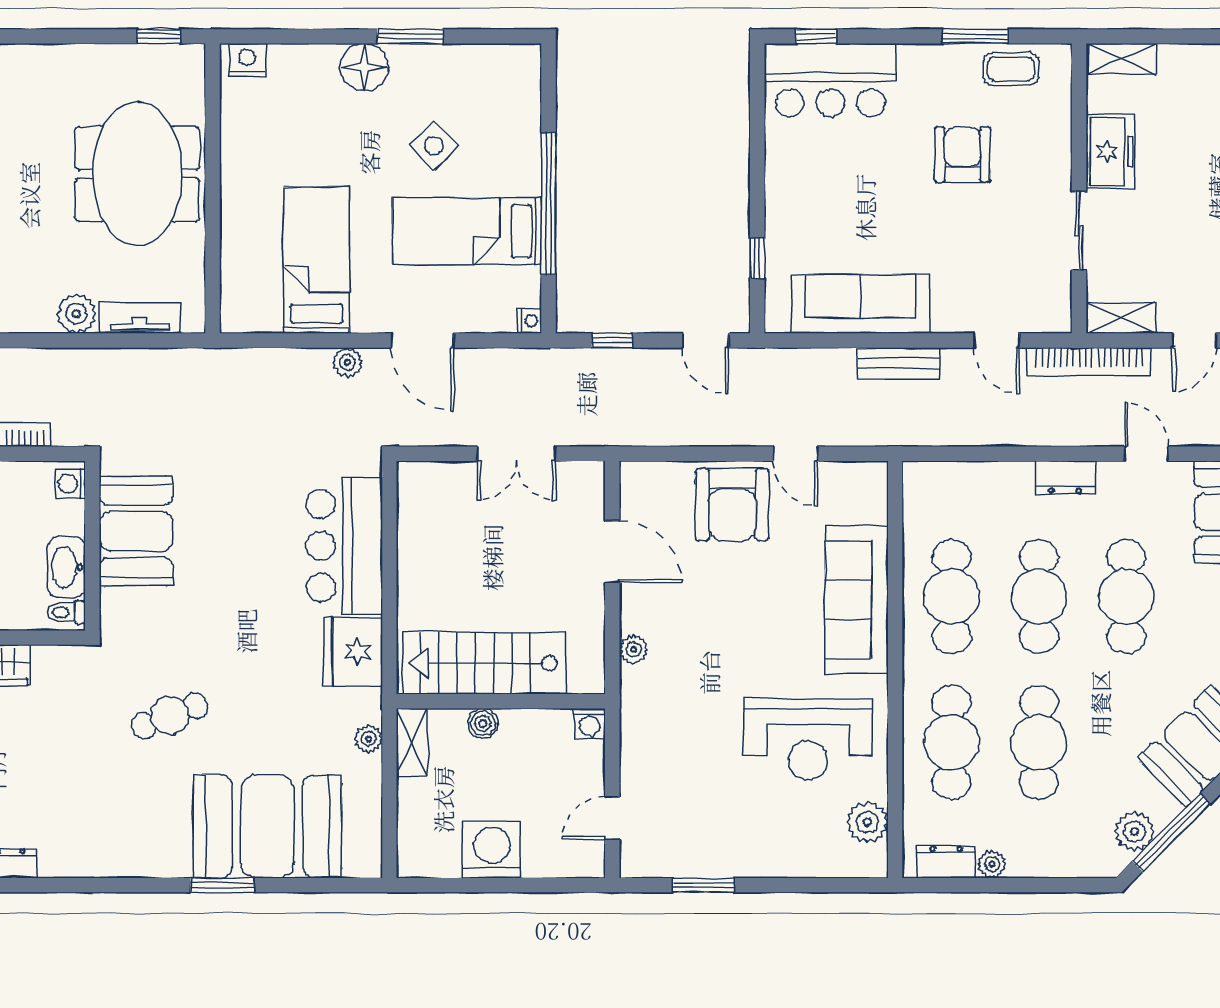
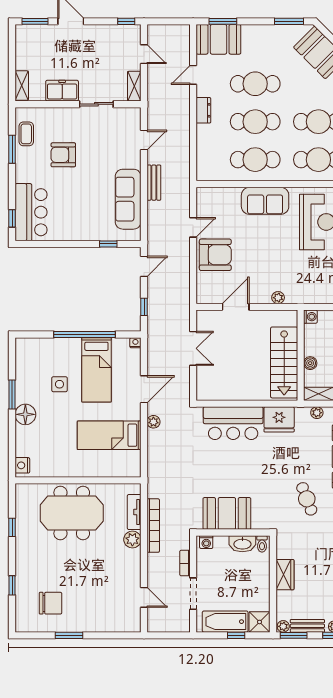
window: (158, 36) -> (12, 527), moved
side table: (434, 146) -> (59, 384), turned 45
bookcase: (1089, 362) -> (153, 526), moved
sofa: (857, 600) -> (265, 201), width x0.73

